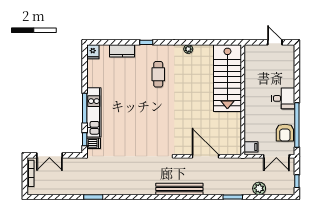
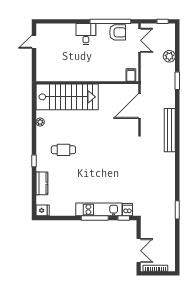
stairs: (227, 78) -> (67, 97), moved
wall: (243, 100) -> (87, 83), moved
filing cabinet: (251, 147) -> (131, 75), moved

